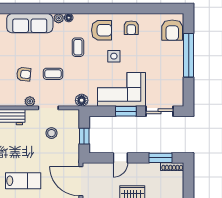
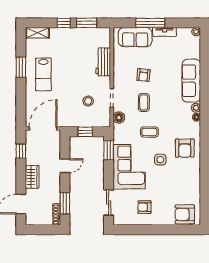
armchair: (131, 28) -> (144, 207), moved
coffee table: (78, 47) -> (149, 132), moved
window: (189, 55) -> (161, 230), removed
floor lamp: (82, 100) -> (119, 118), moved
plant: (30, 101) -> (118, 81), removed
window: (126, 111) -> (109, 150), moved
door: (120, 158) -> (65, 166), swing flipped

